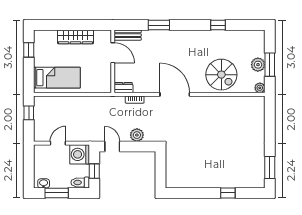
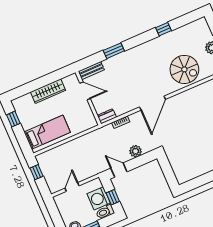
door: (175, 94) -> (153, 103), swing flipped
washing machine: (80, 154) -> (99, 198), moved

